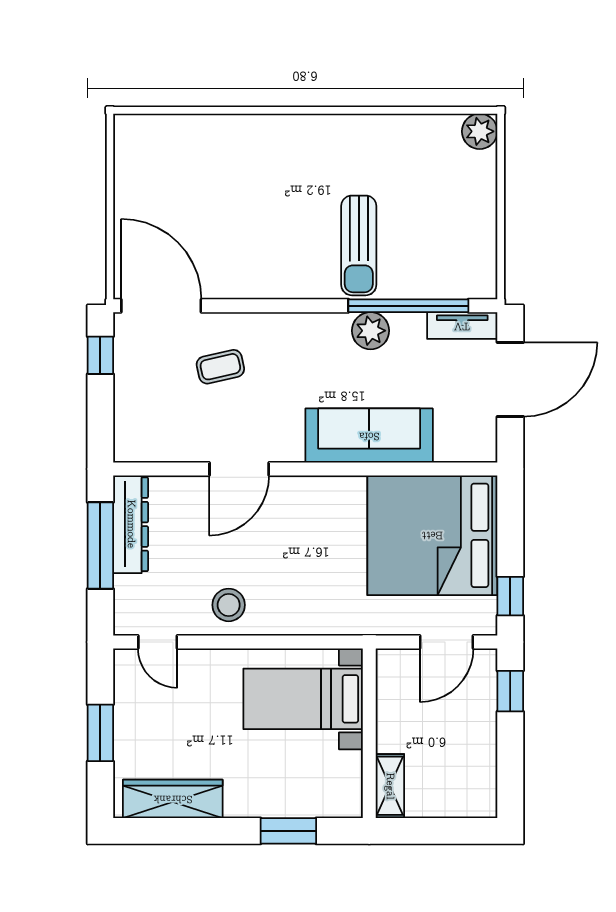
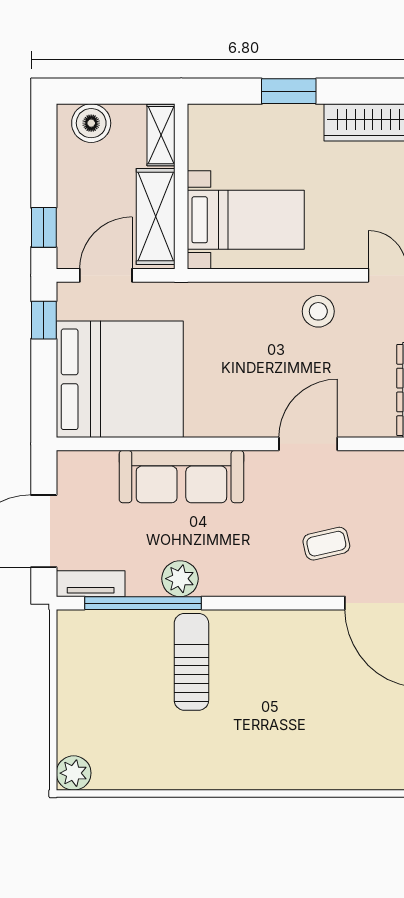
shelving: (395, 702) -> (156, 217), added
boiler: (462, 798) -> (91, 123), added
window: (288, 831) -> (289, 91), moved

